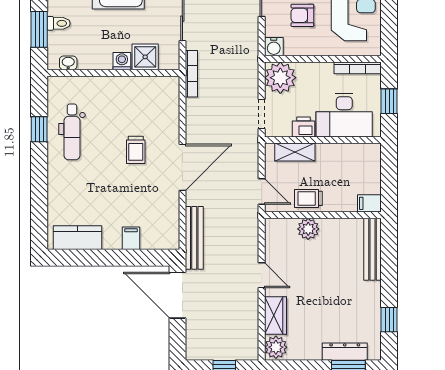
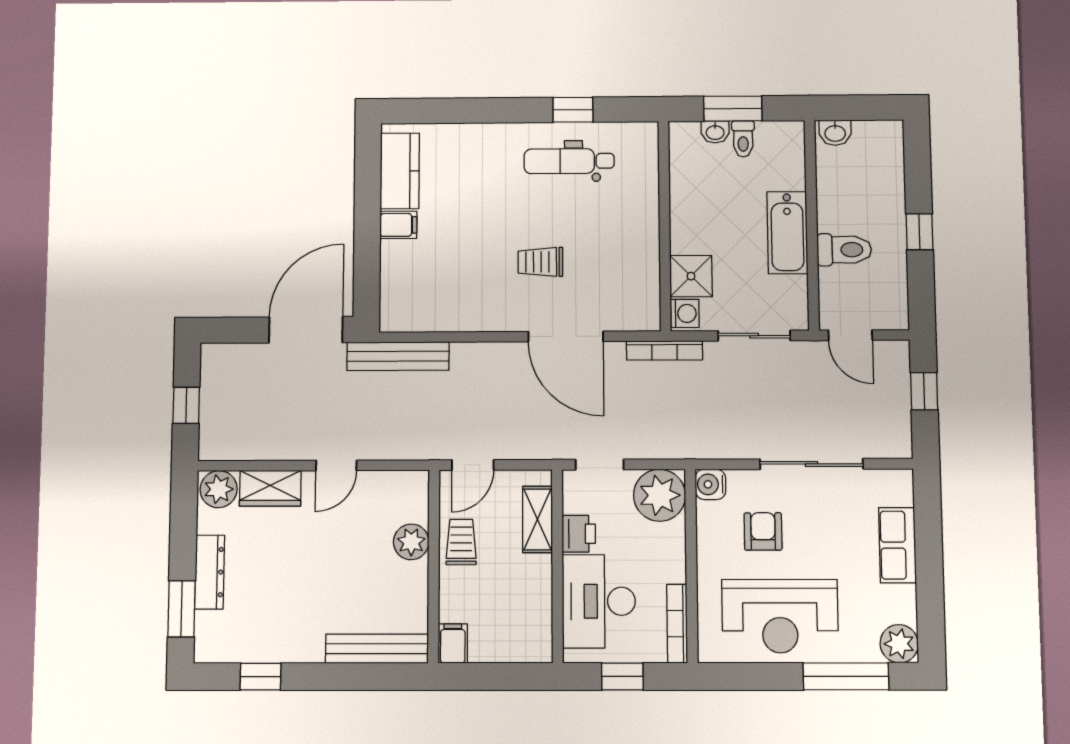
washing machine: (122, 61) -> (685, 313), moved
washbasin: (68, 63) -> (715, 132), moved, turned 90
door: (182, 167) -> (566, 336), moved
filing cabinet: (131, 238) -> (398, 225), moved
dresser: (345, 352) -> (210, 572), moved

